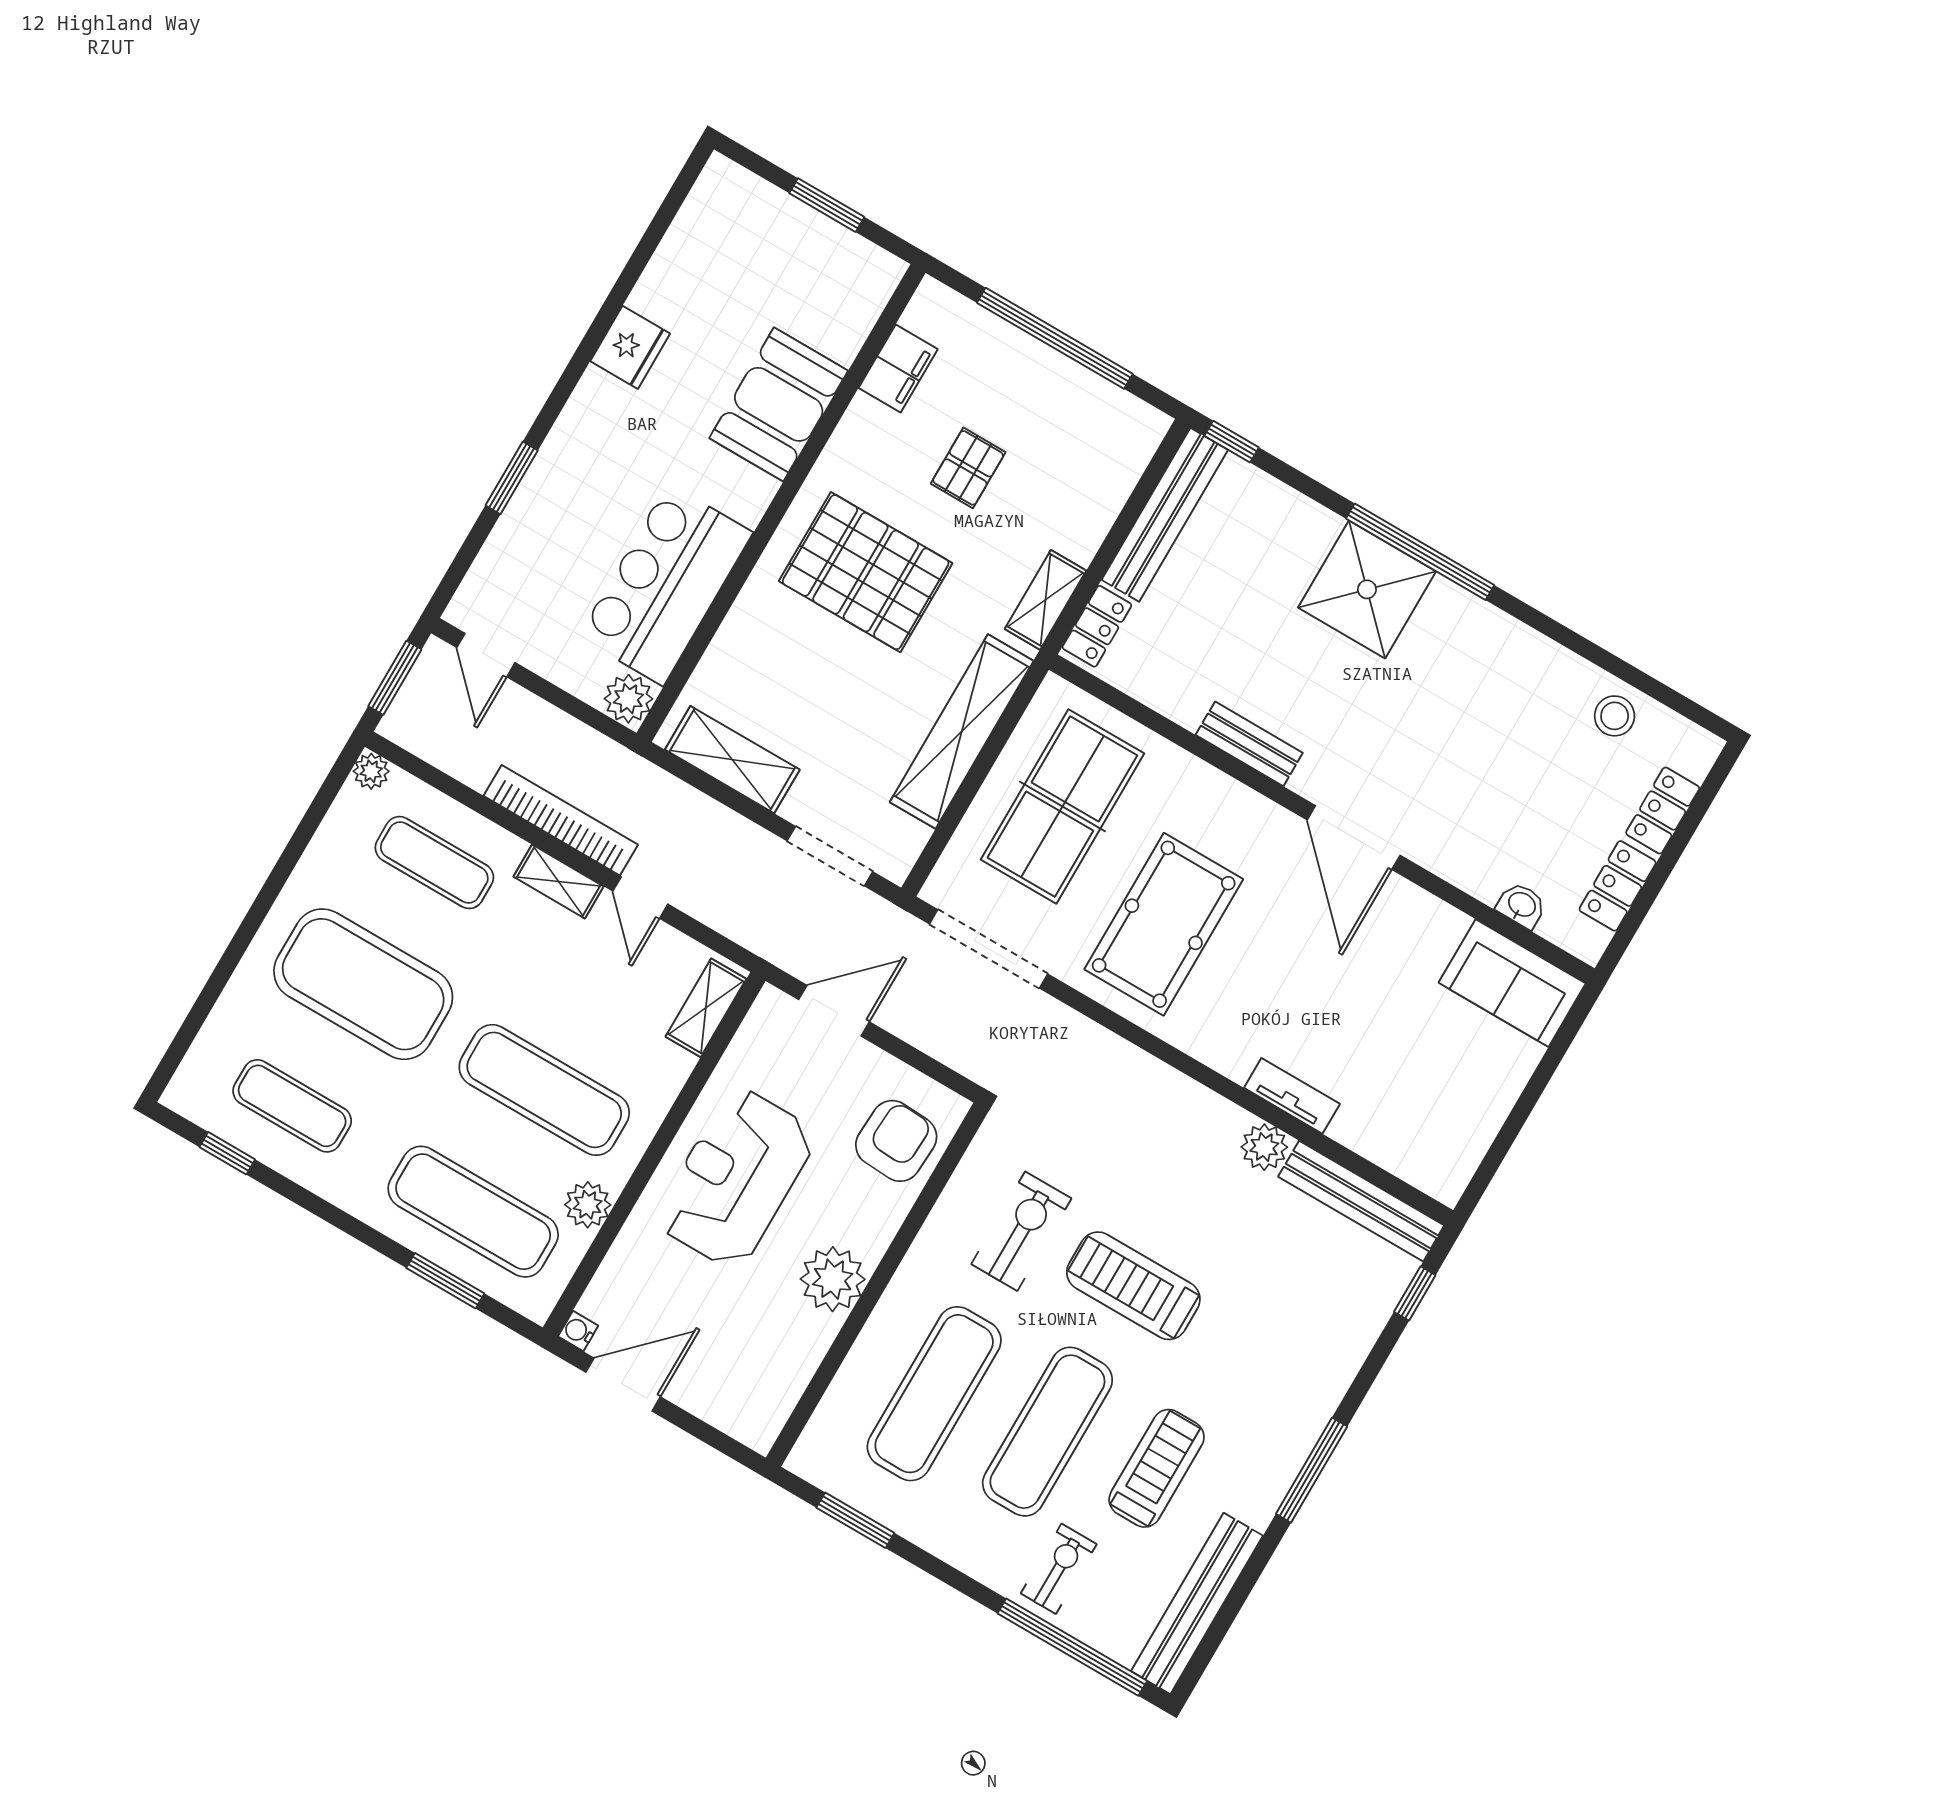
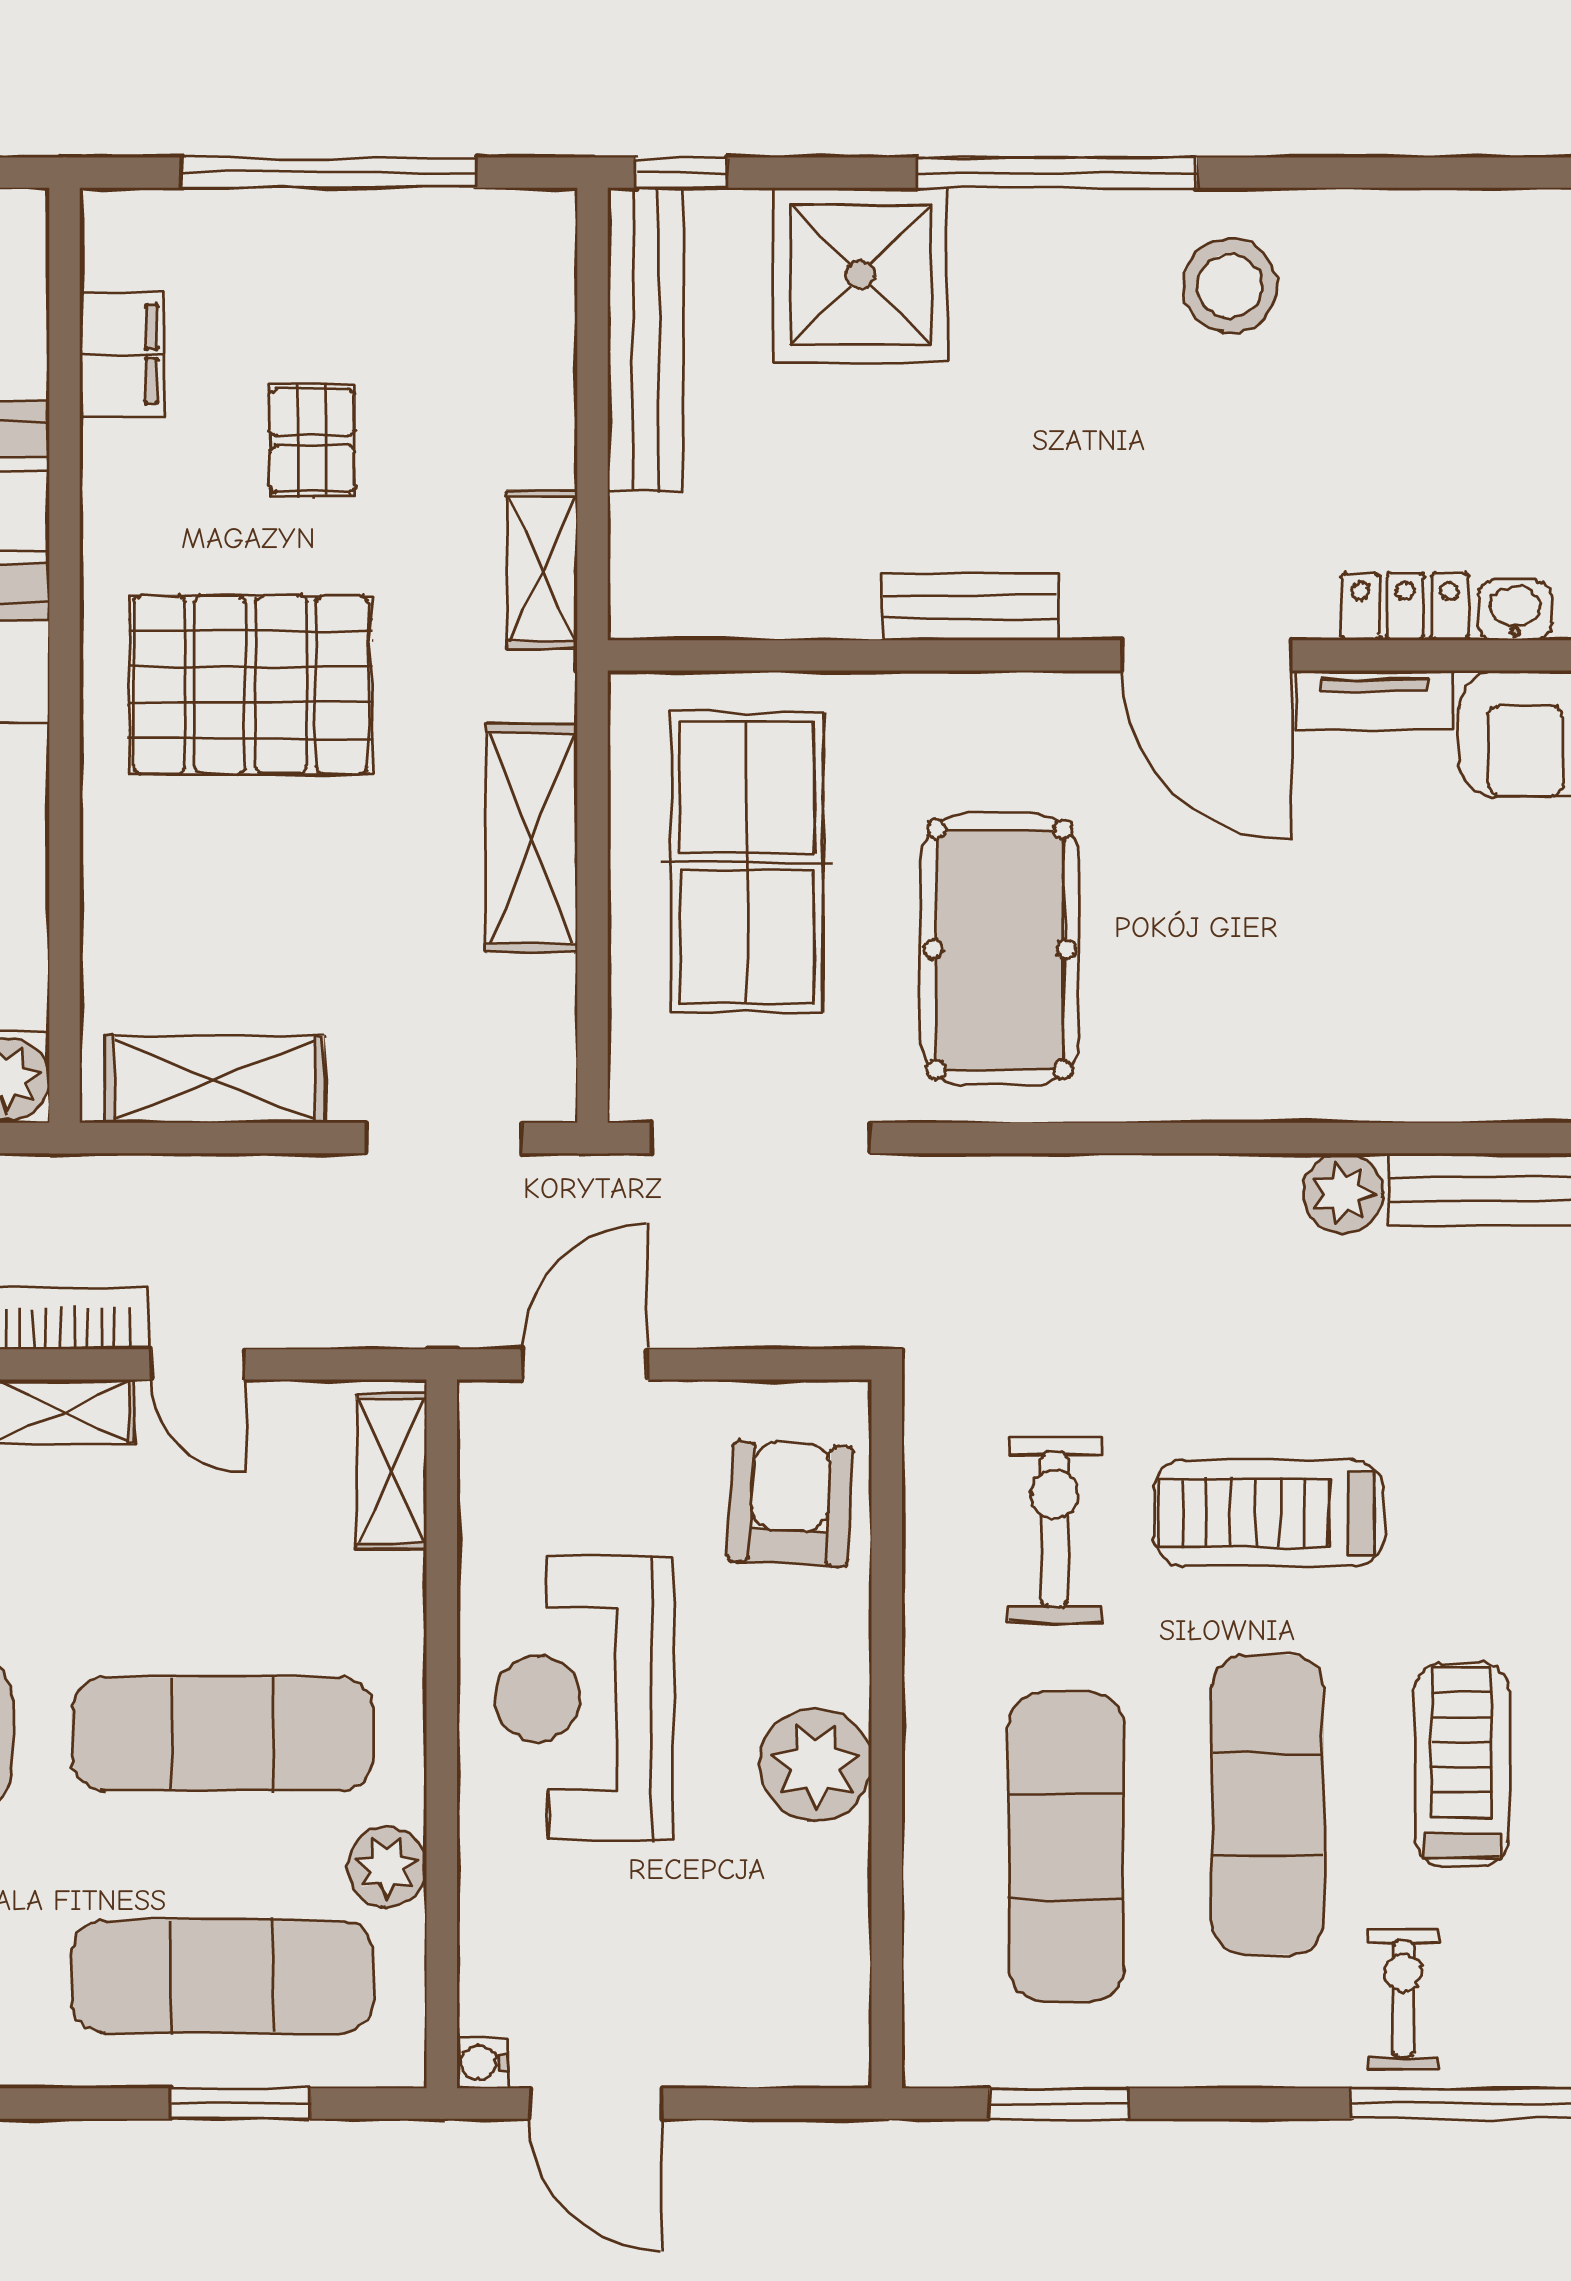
shower: (1367, 589) -> (860, 275), moved
locker: (1097, 626) -> (1405, 606), moved, turned -90
stool: (1615, 716) -> (1230, 286), moved, width x1.38, depth x1.38
shelving: (962, 731) -> (532, 838), width x0.68
tv unit: (1292, 1096) -> (1374, 700), moved, turned 180
door: (623, 1385) -> (596, 2104), swing flipped

